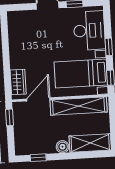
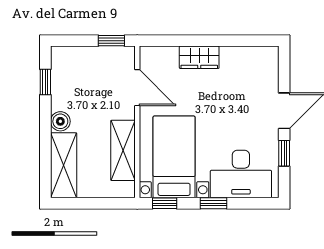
wardrobe: (18, 82) -> (199, 57), moved
shelving: (79, 106) -> (123, 150), width x0.68

